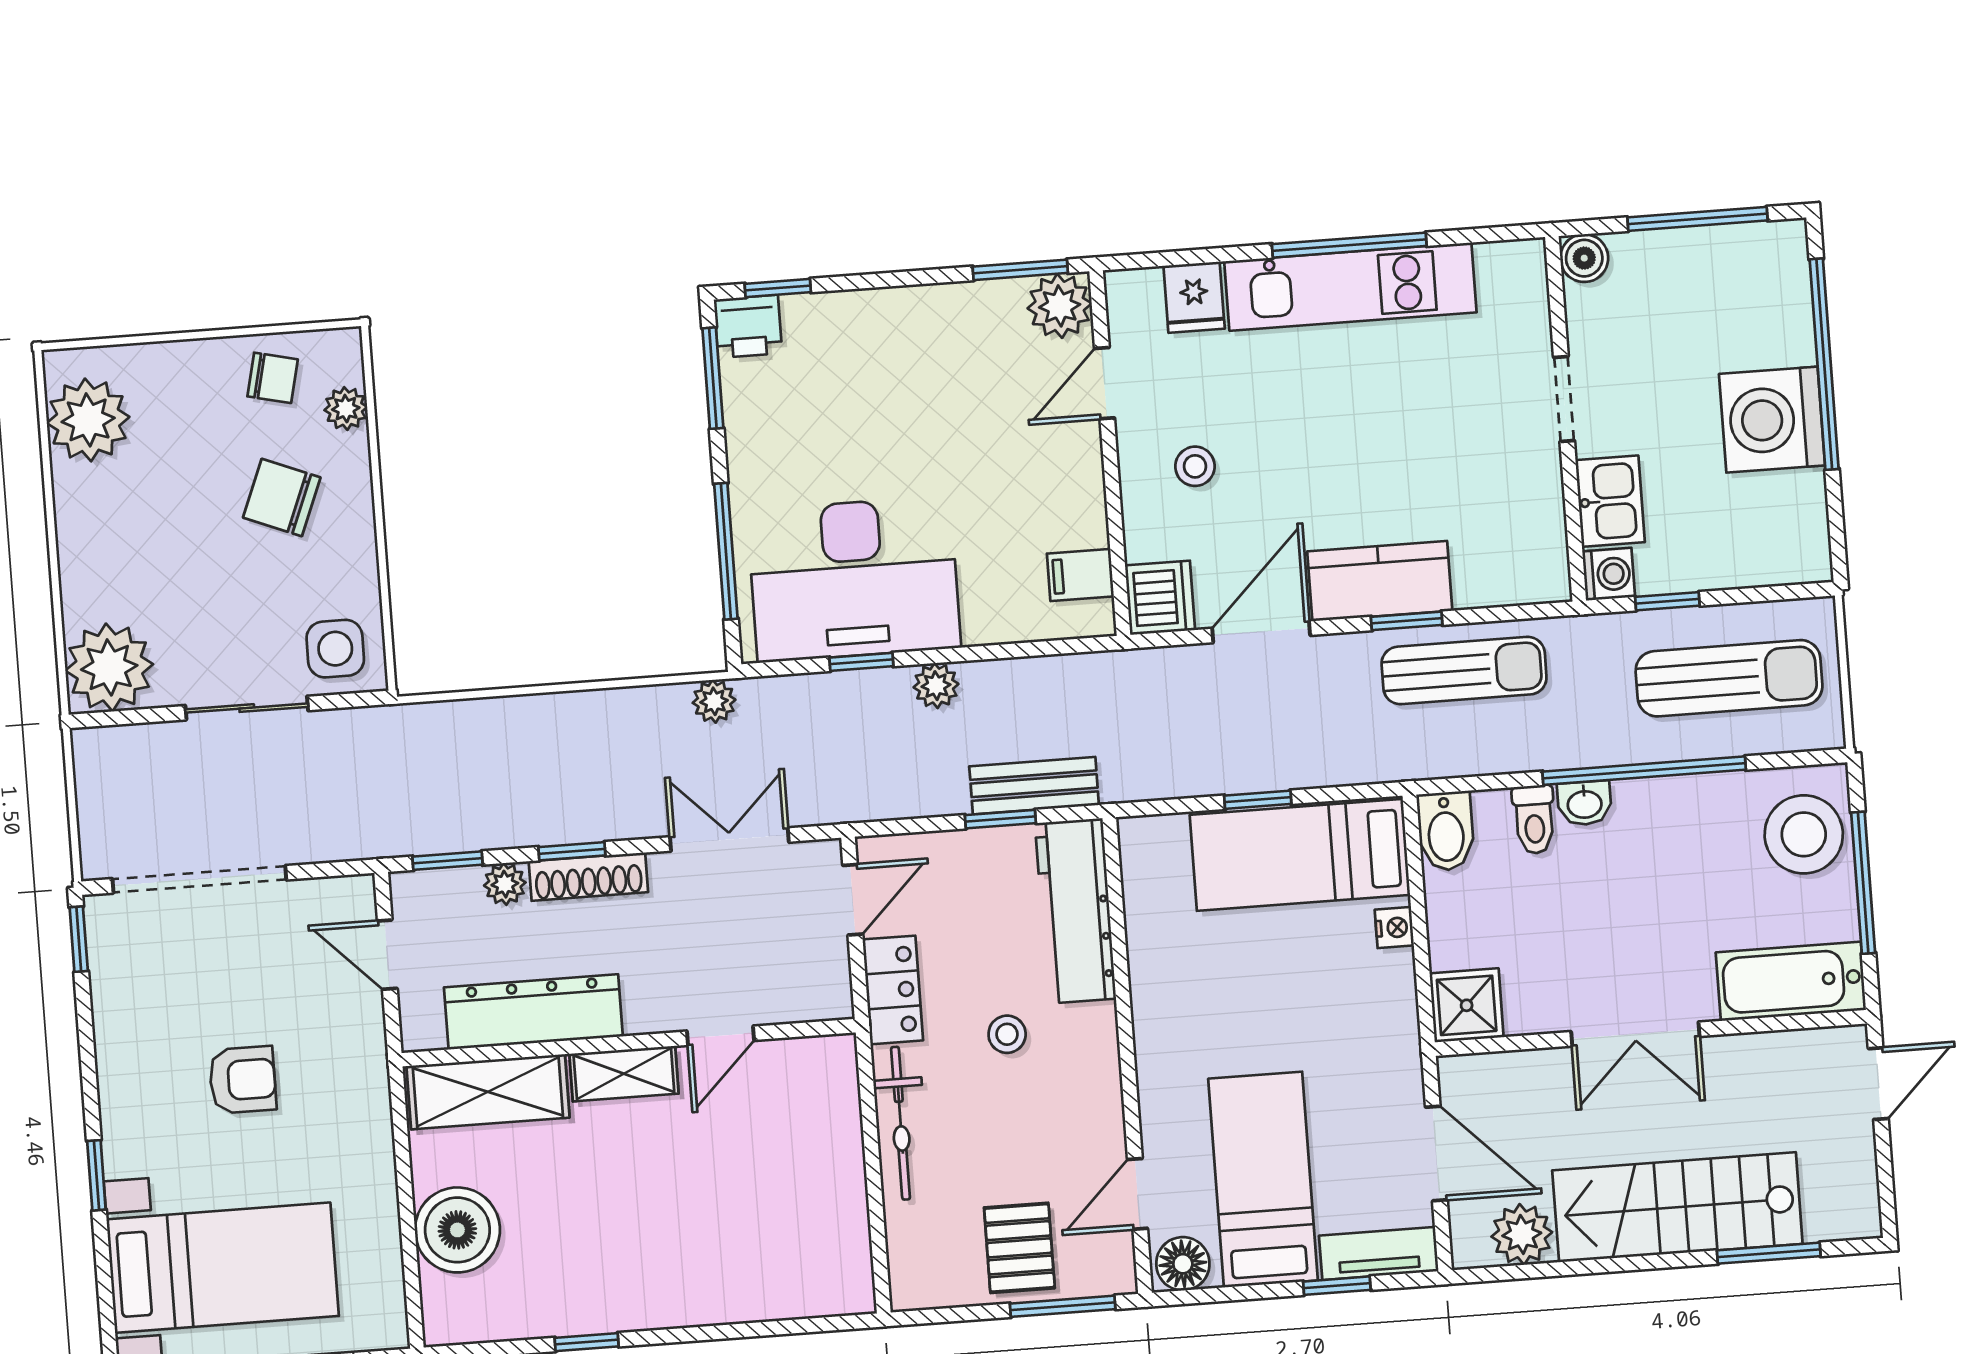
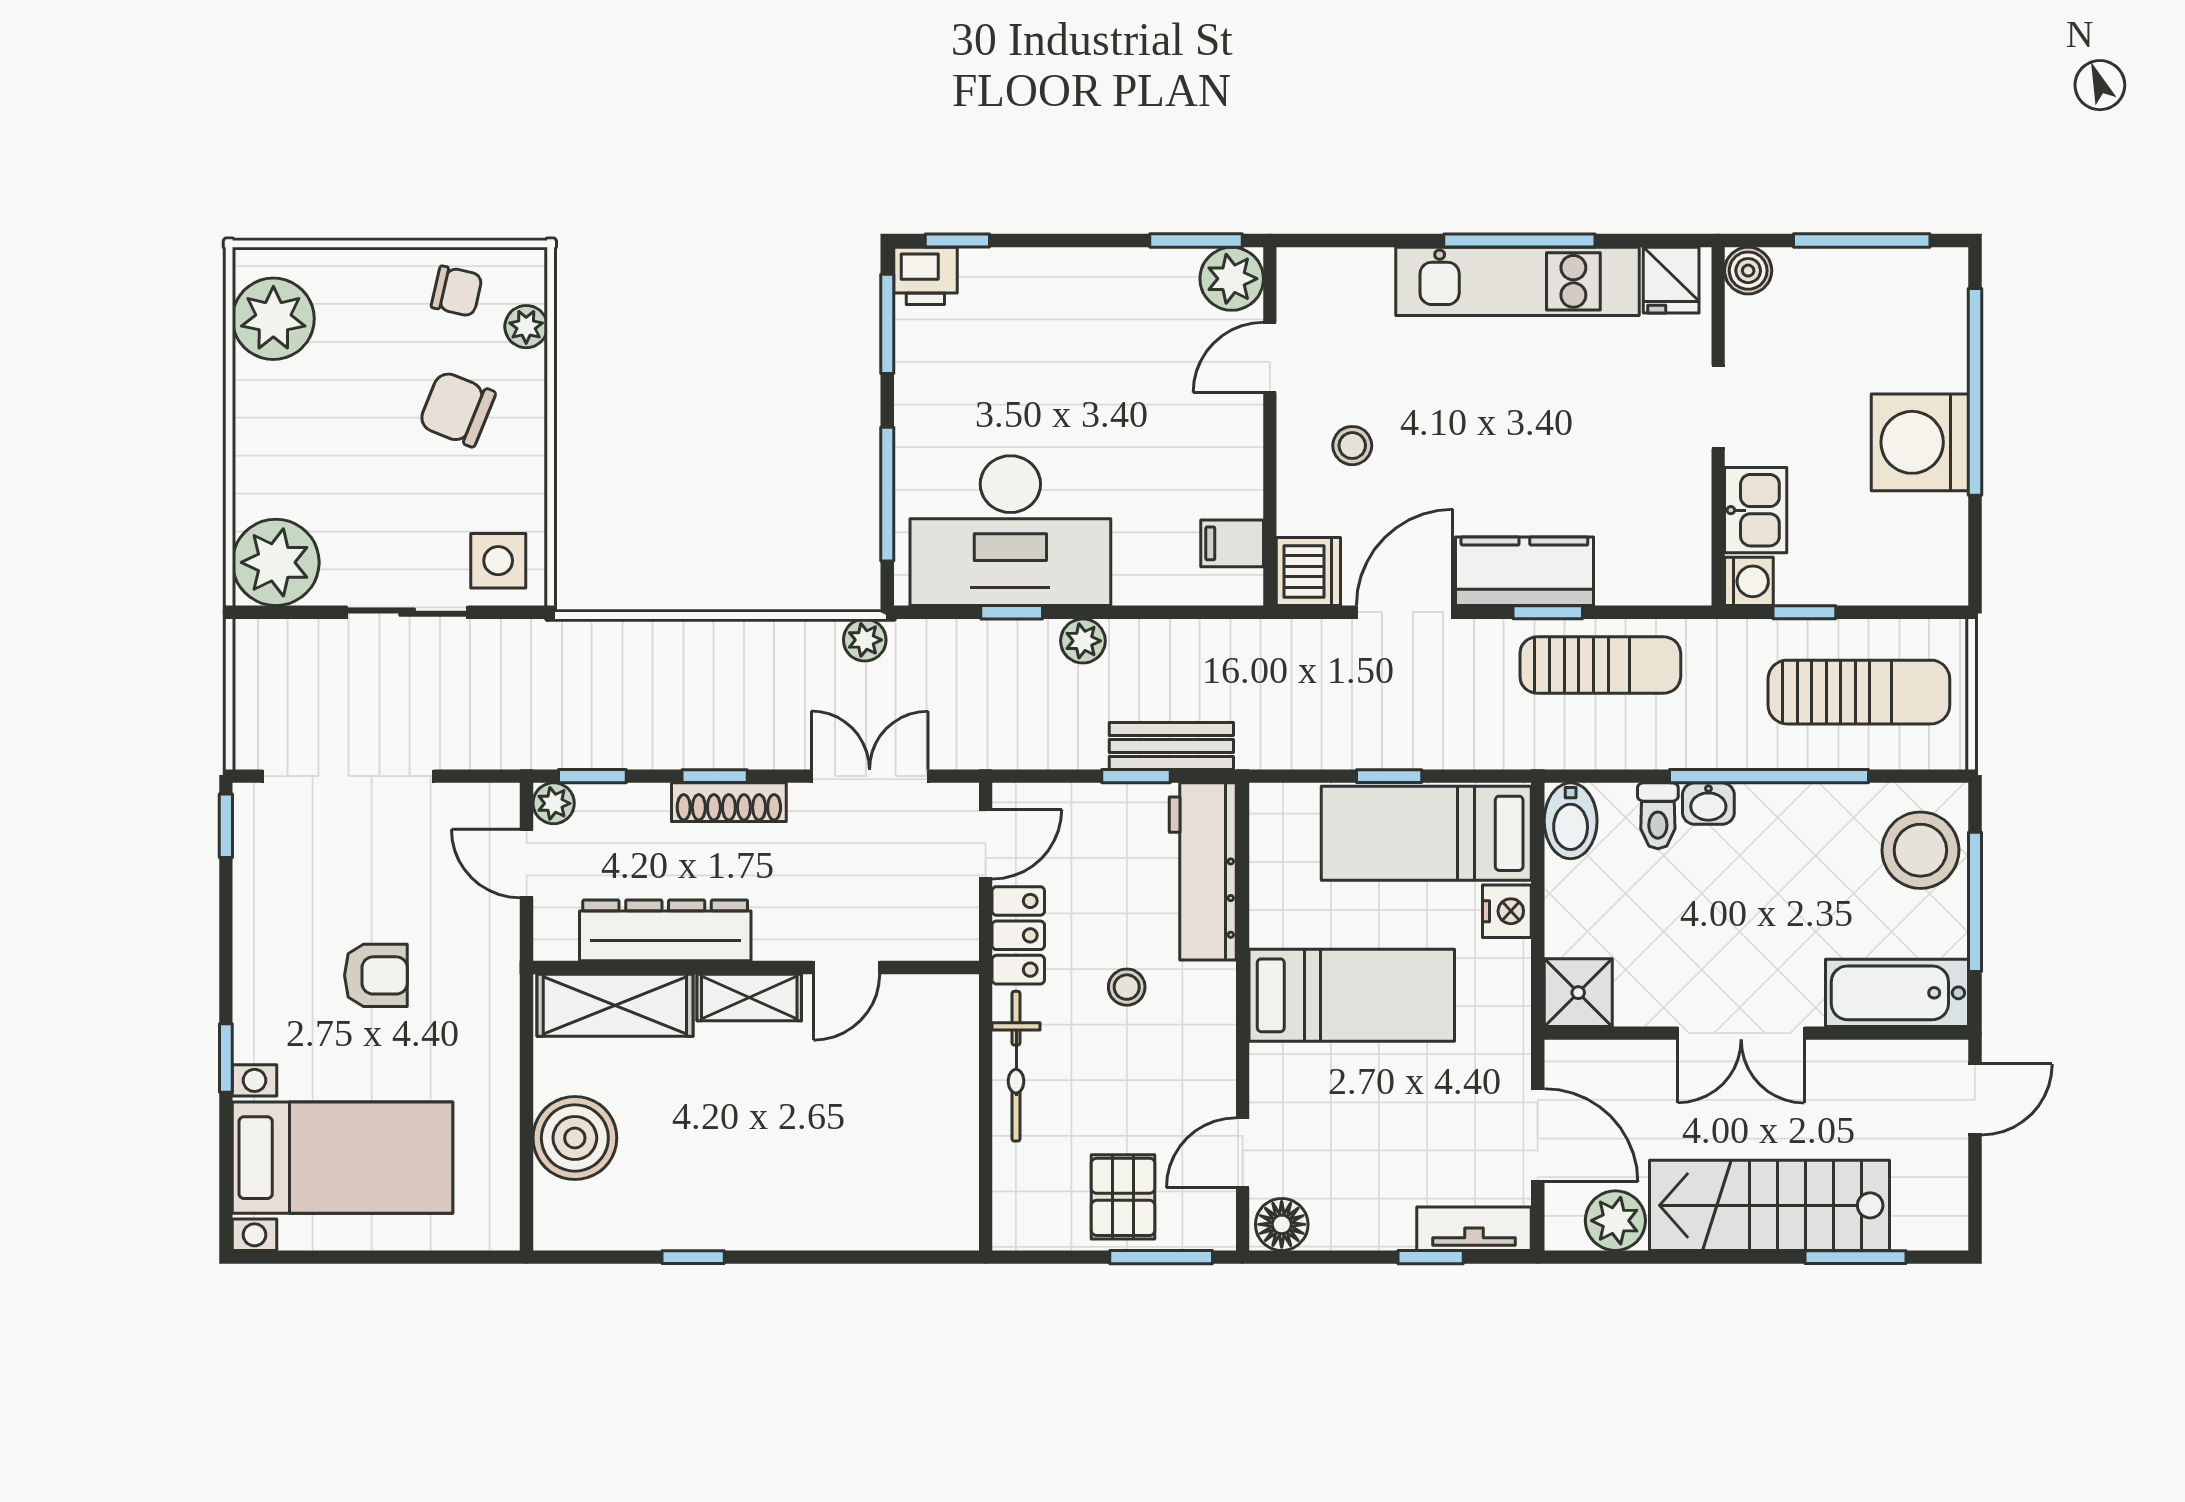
fridge: (1194, 297) -> (1671, 280), moved
plant: (505, 884) -> (554, 803), moved
nightstand: (1394, 928) -> (1507, 911), width x1.39, depth x1.35
bed: (1263, 1180) -> (1352, 995), moved, turned 90

